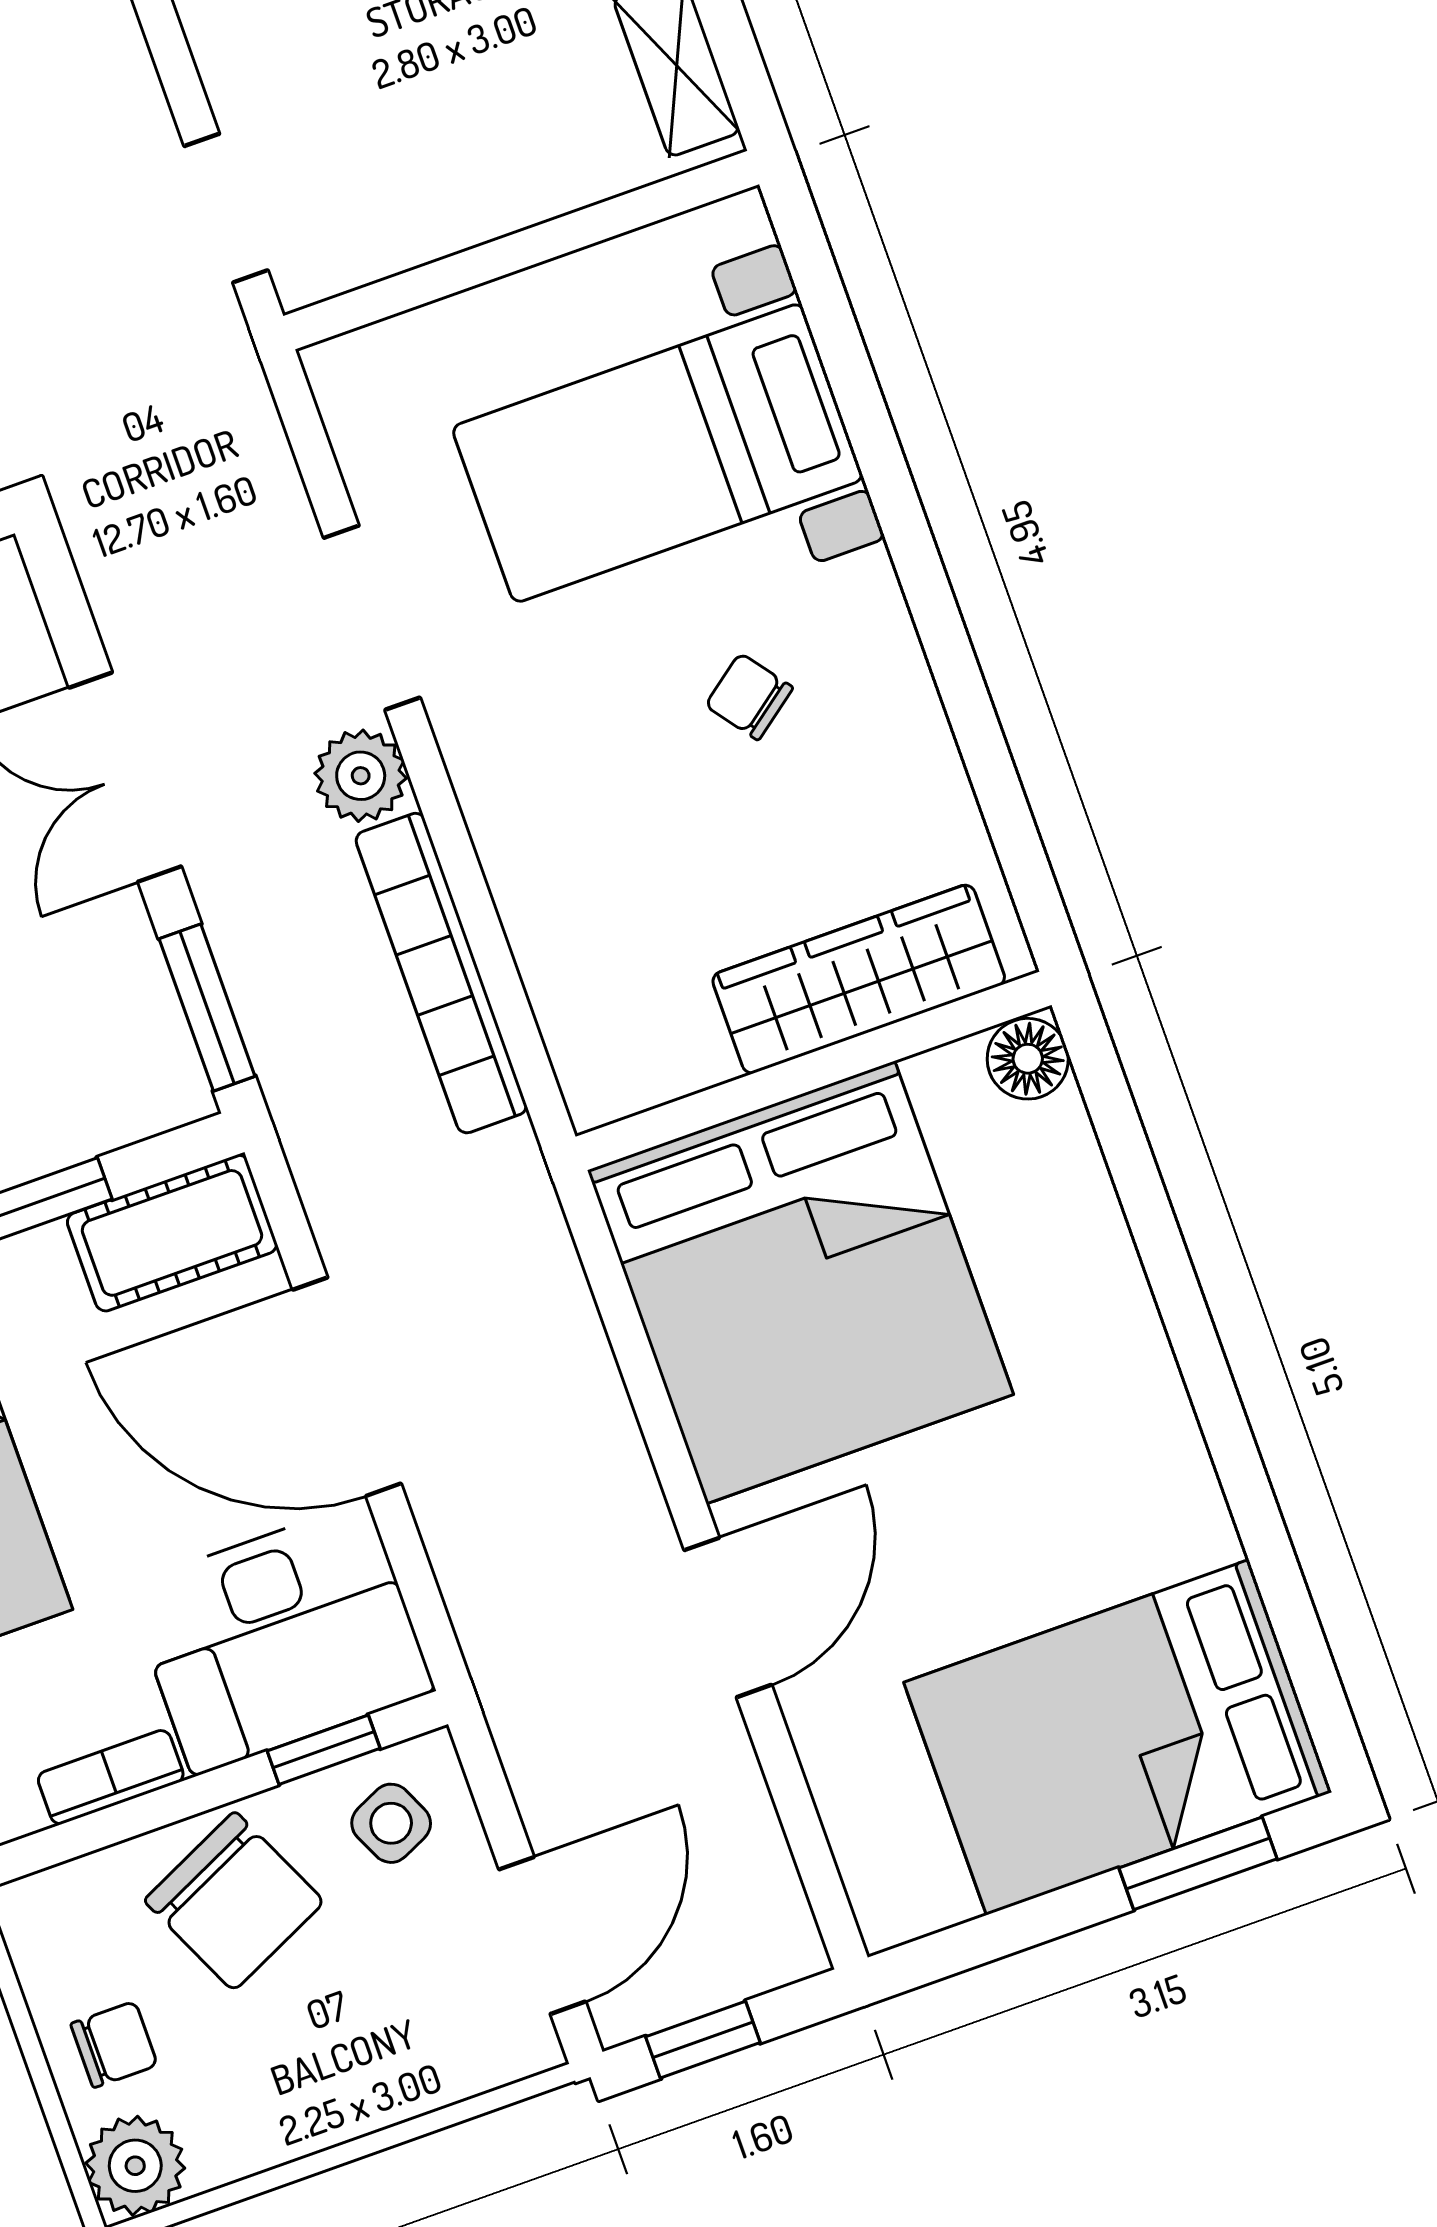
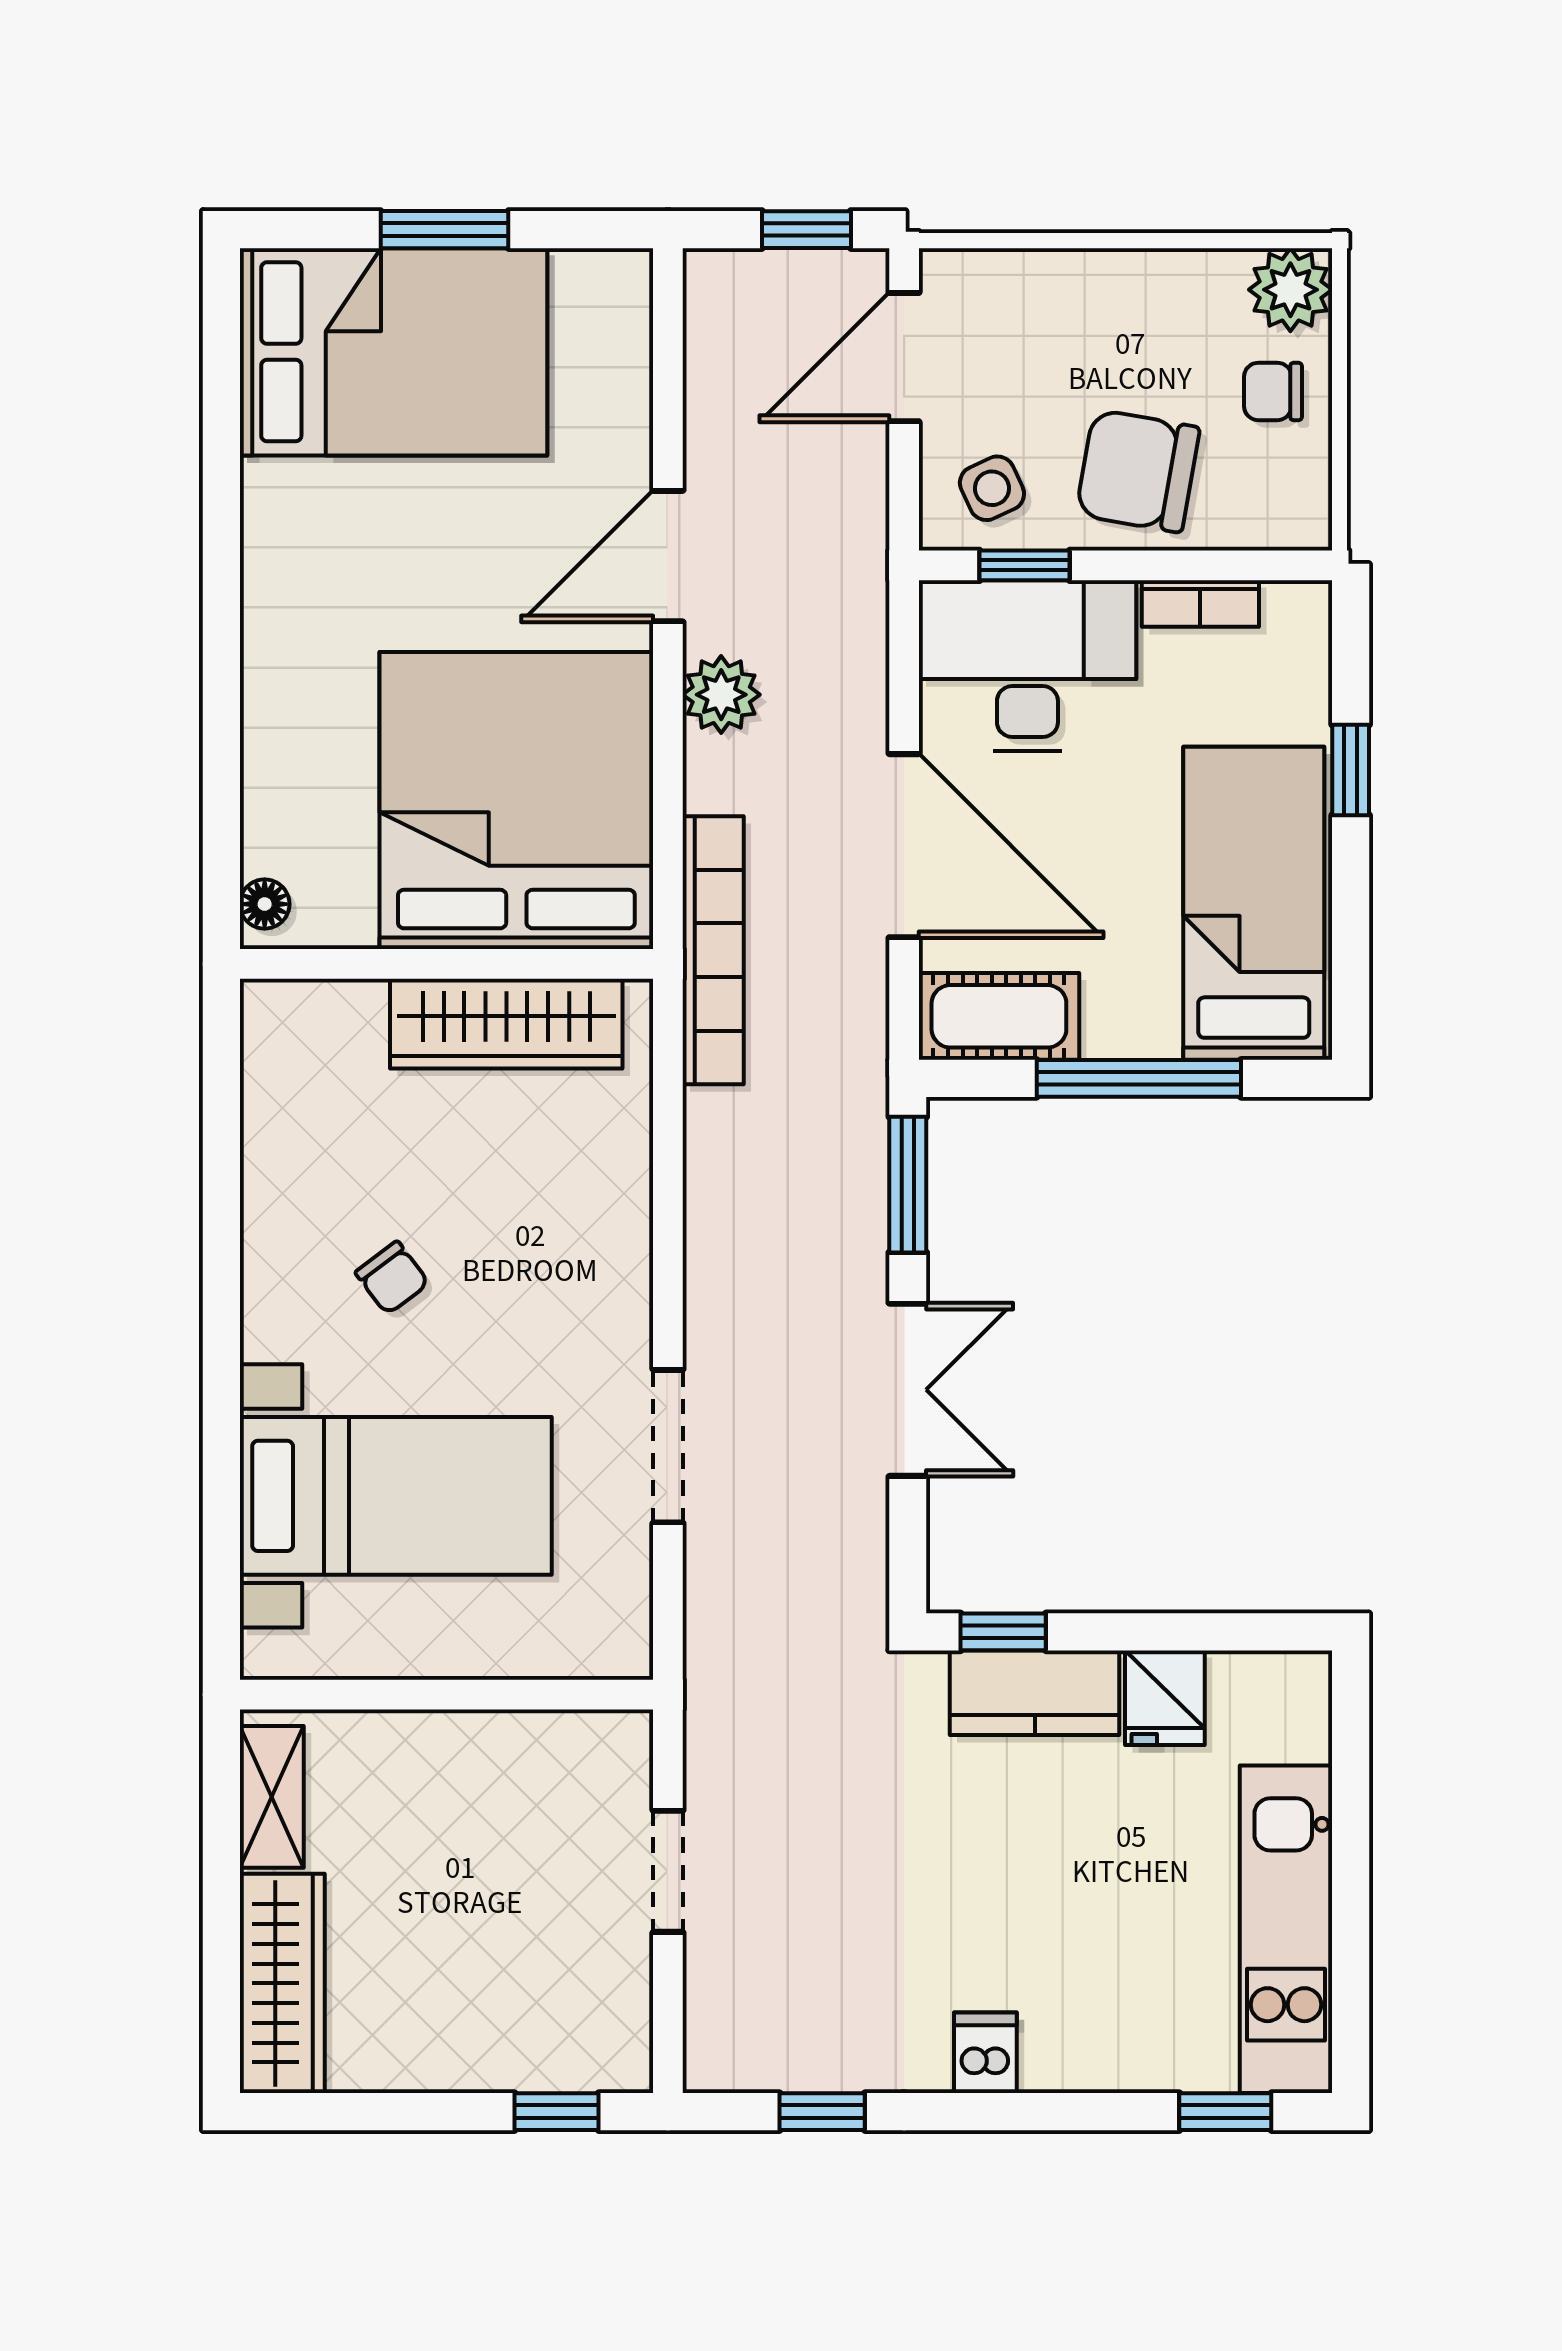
doorway: (226, 208) -> (668, 1871), moved
plant: (361, 776) -> (721, 695), moved
bookcase: (441, 973) -> (713, 950), moved
wardrobe: (859, 979) -> (506, 1024), moved
floor lamp: (1028, 1059) -> (265, 904), width x0.73, depth x0.73
window: (1198, 1863) -> (445, 230), moved
chair: (234, 1901) -> (1138, 471), turned -55

